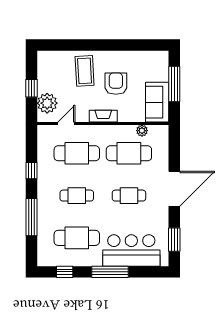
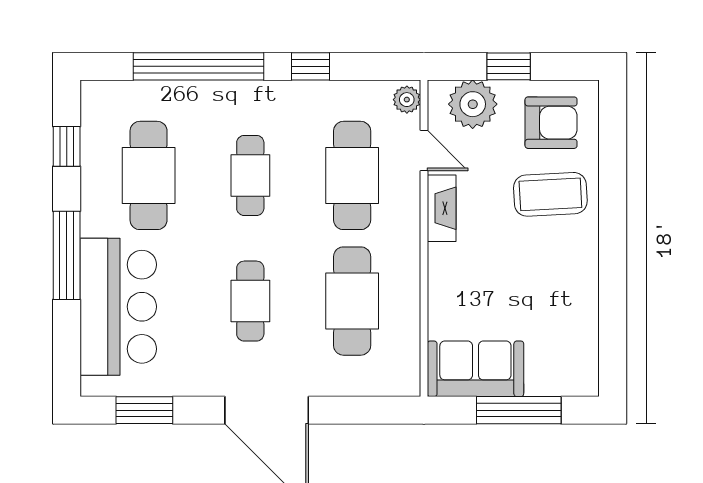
armchair: (116, 84) -> (551, 123), moved
fireplace: (103, 116) -> (442, 208), moved
plant: (142, 131) -> (407, 100), moved
window: (31, 217) -> (199, 66), width x1.46

